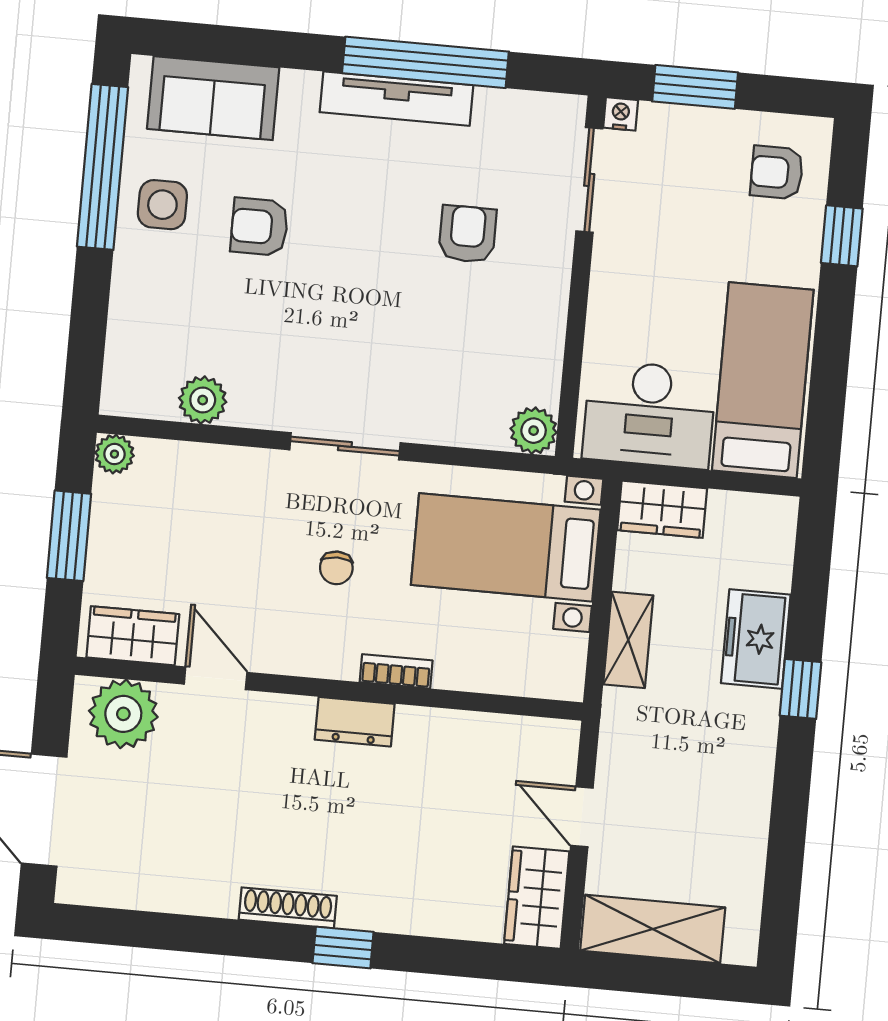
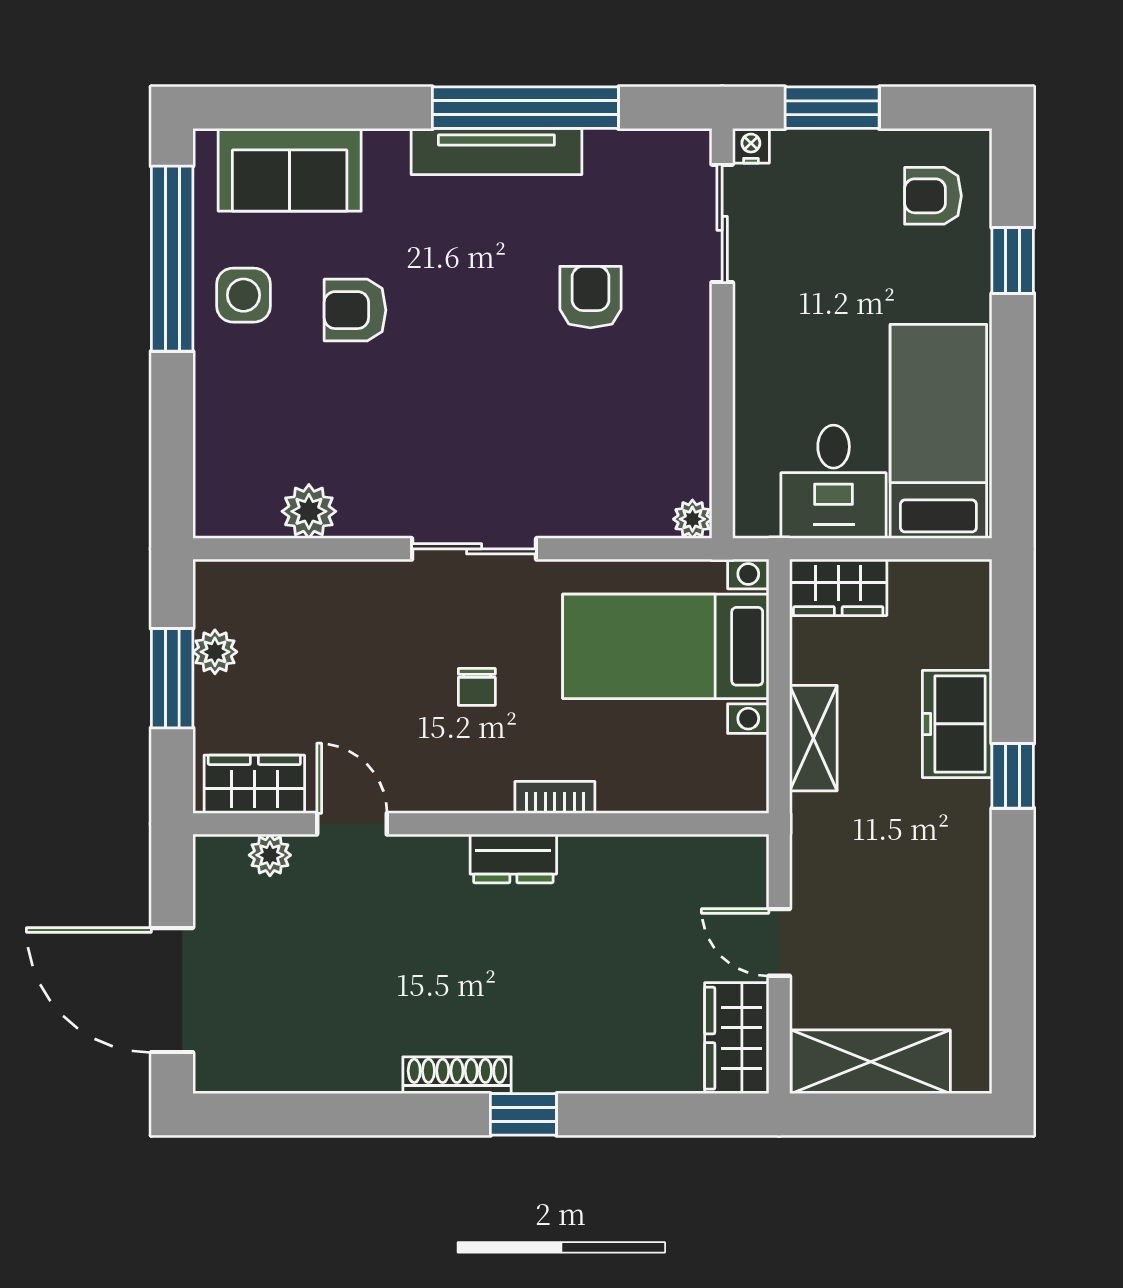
desk: (649, 414) -> (834, 482), width x0.73
plant: (534, 431) -> (692, 519), width x0.73, depth x0.73
plant: (114, 454) -> (215, 652), moved
plant: (123, 714) -> (270, 855), width x0.53, depth x0.53

